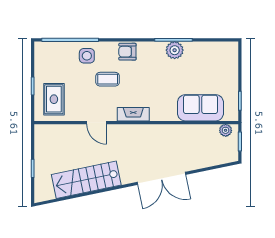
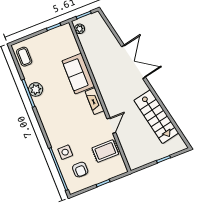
armchair: (127, 52) -> (80, 170), moved
coffee table: (108, 79) -> (24, 57), moved
rug: (54, 99) -> (105, 151), moved
sofa: (200, 108) -> (78, 74), moved

